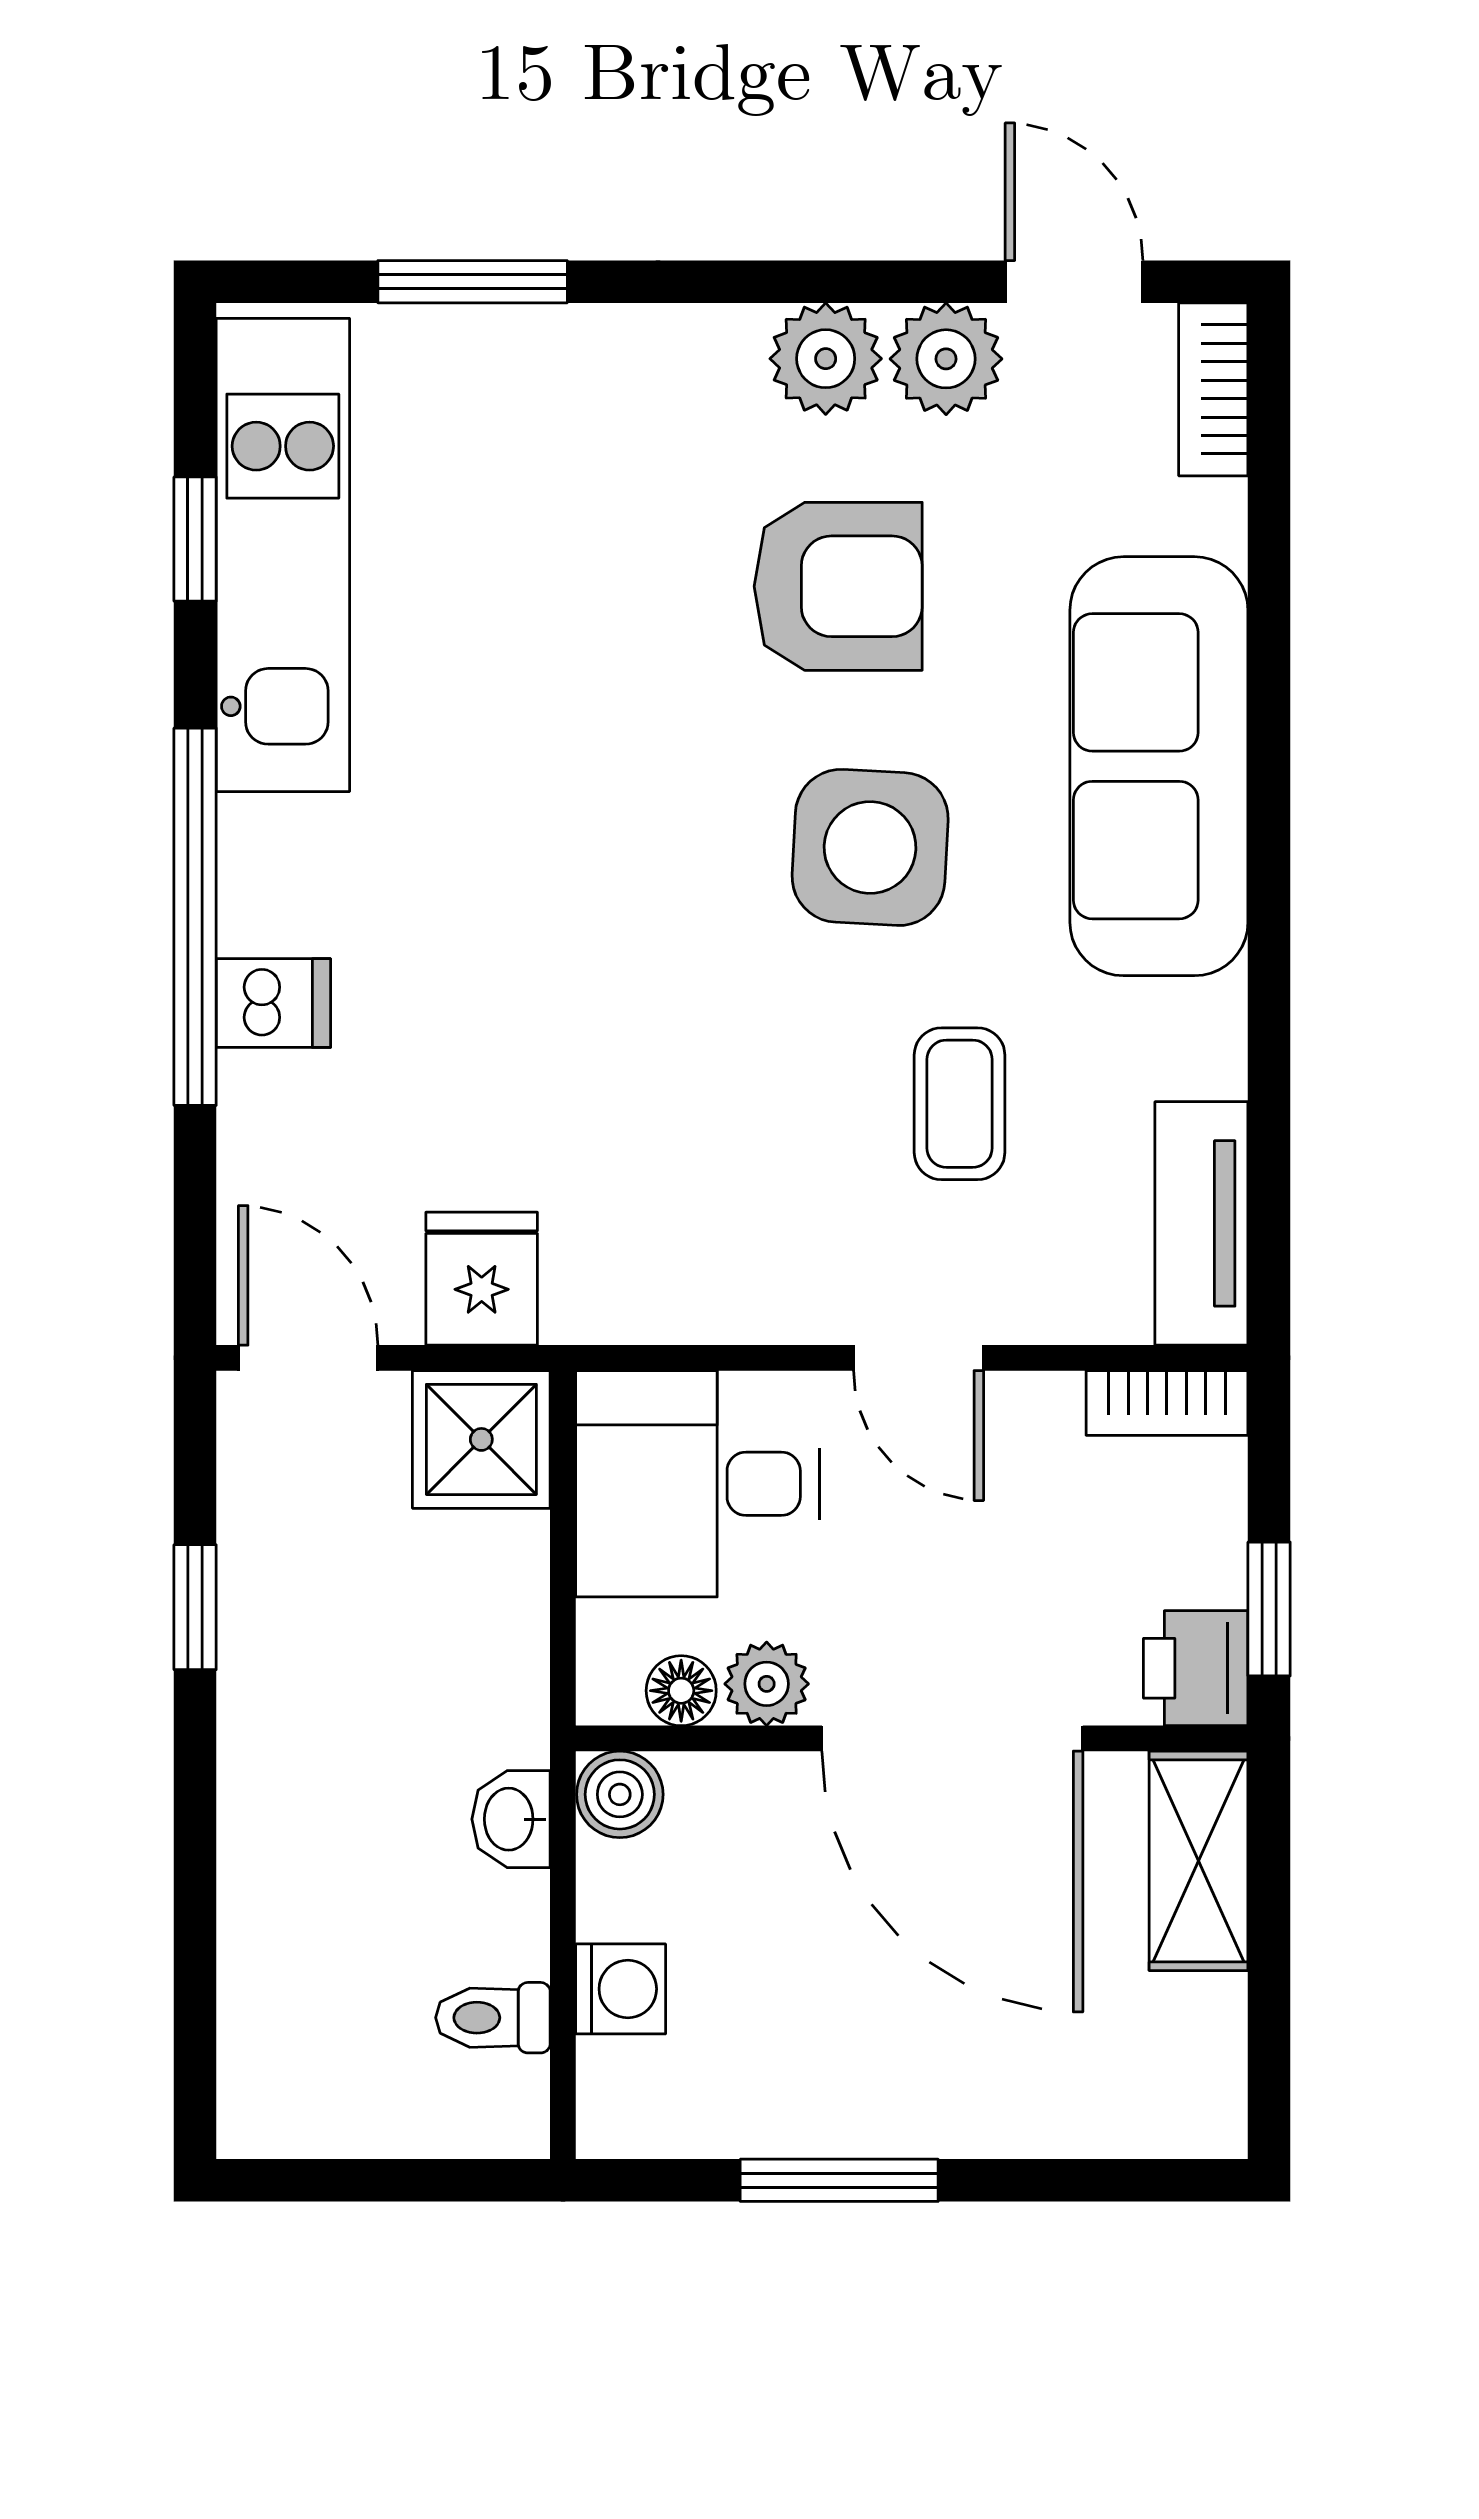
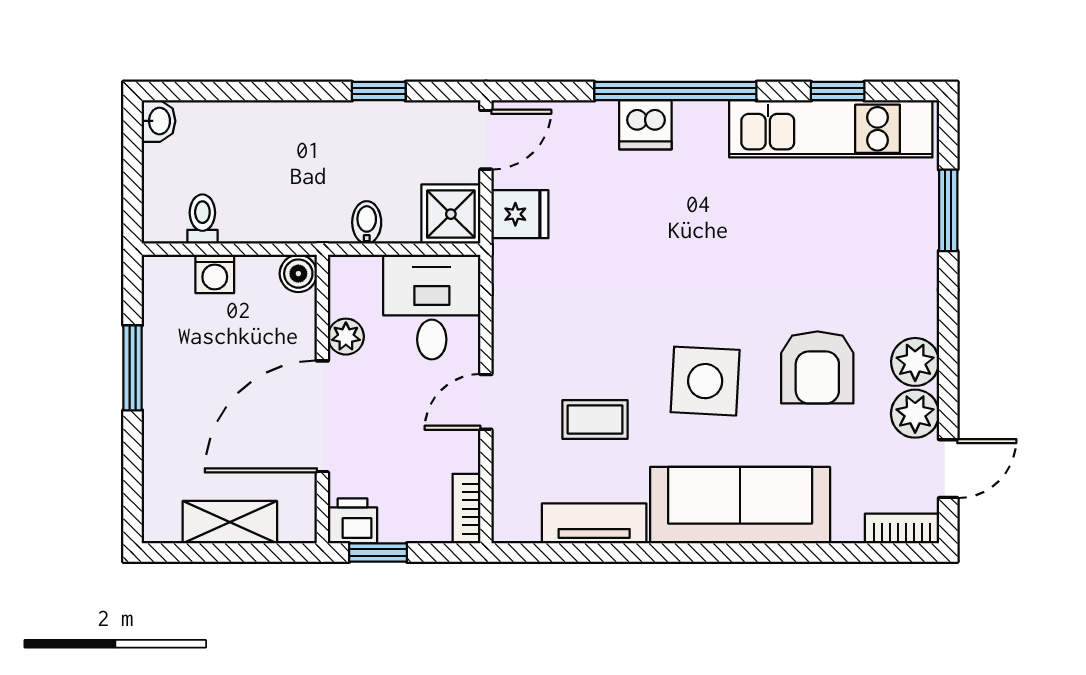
dishwasher: (273, 1003) -> (645, 125), width x1.38
tv unit: (1201, 1223) -> (594, 523), moved
bidet: (501, 1635) -> (367, 222), added
floor lamp: (681, 1691) -> (343, 300), removed
washbasin: (511, 1819) -> (158, 121), moved, turned 90
shelving: (1199, 1861) -> (230, 522), moved

